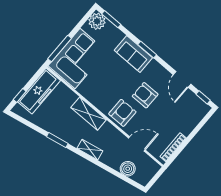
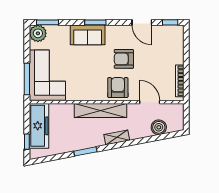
shelving: (89, 114) -> (100, 110), width x1.47
door: (137, 144) -> (150, 102), hinge flipped

